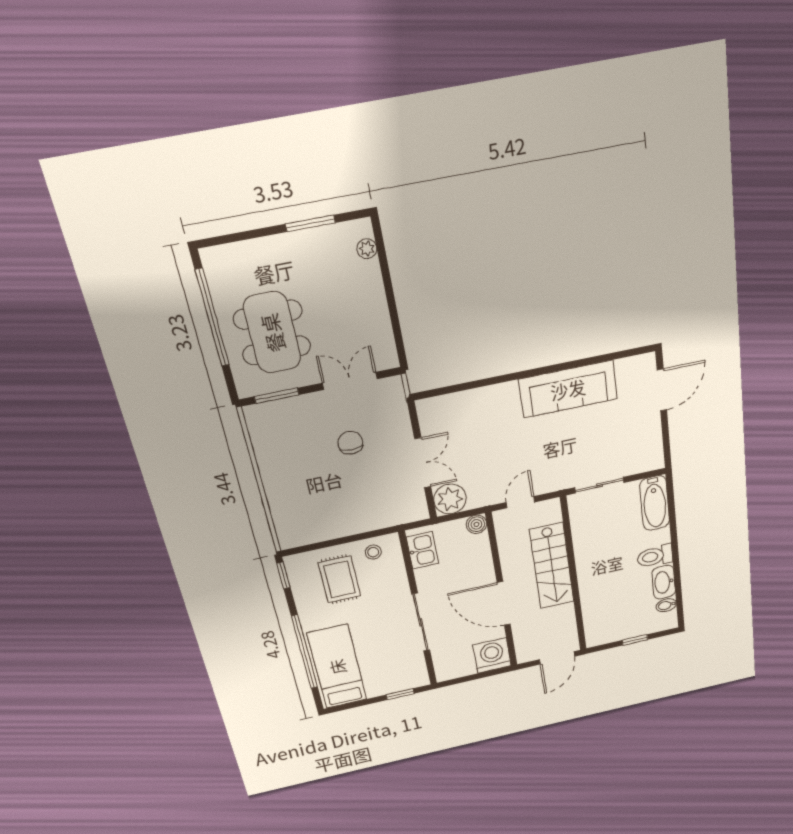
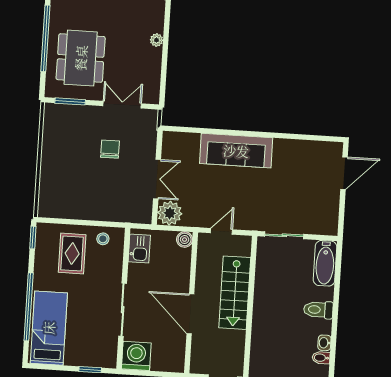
plant: (367, 249) -> (157, 40), moved
sofa: (568, 389) -> (236, 151), moved
washbasin: (664, 582) -> (324, 343), width x0.52, depth x0.69
washing machine: (492, 655) -> (136, 356), moved

